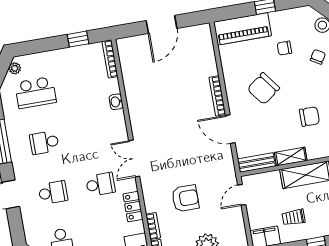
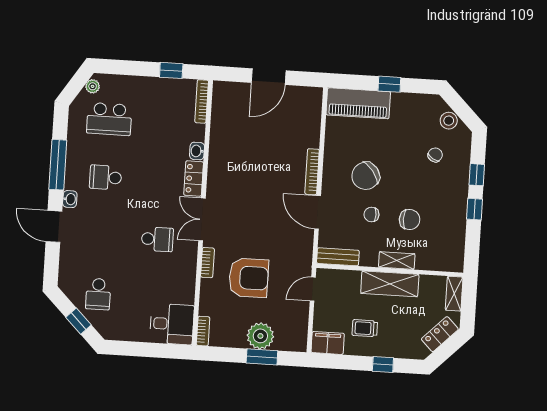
chair: (284, 48) -> (371, 214), moved
shelving: (291, 157) -> (397, 260), moved
washbasin: (18, 168) -> (70, 199), added
school desk: (53, 193) -> (102, 236), removed
armchair: (185, 198) -> (249, 278), width x1.36, depth x1.36
locker: (133, 207) -> (194, 178), moved
bookcase: (153, 226) -> (207, 263), moved

